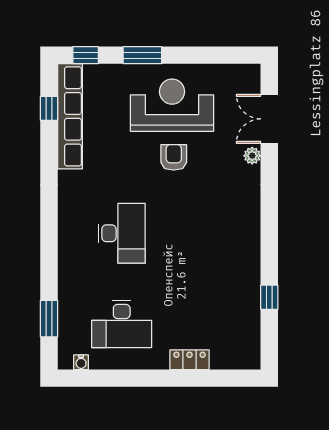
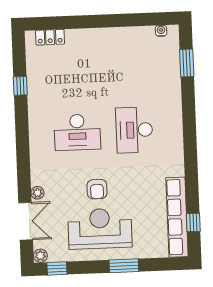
window: (86, 55) -> (57, 268), moved
plant: (252, 73) -> (40, 256), added
reception desk: (172, 105) -> (100, 229), turned 180
desk: (122, 324) -> (77, 132), moved, turned 180
locker: (190, 360) -> (50, 37), moved

